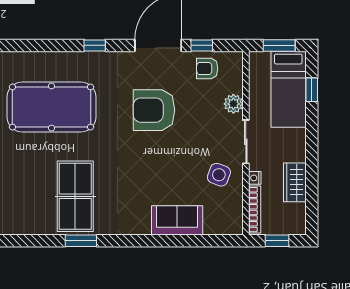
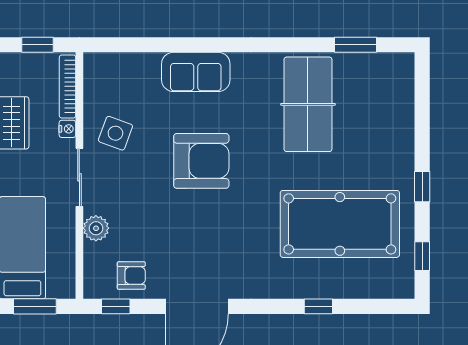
window: (95, 45) -> (318, 306), moved
window: (202, 45) -> (116, 306), moved
armchair: (154, 110) -> (201, 161), moved
sofa: (177, 220) -> (196, 72), moved
window: (81, 241) -> (355, 45), moved

